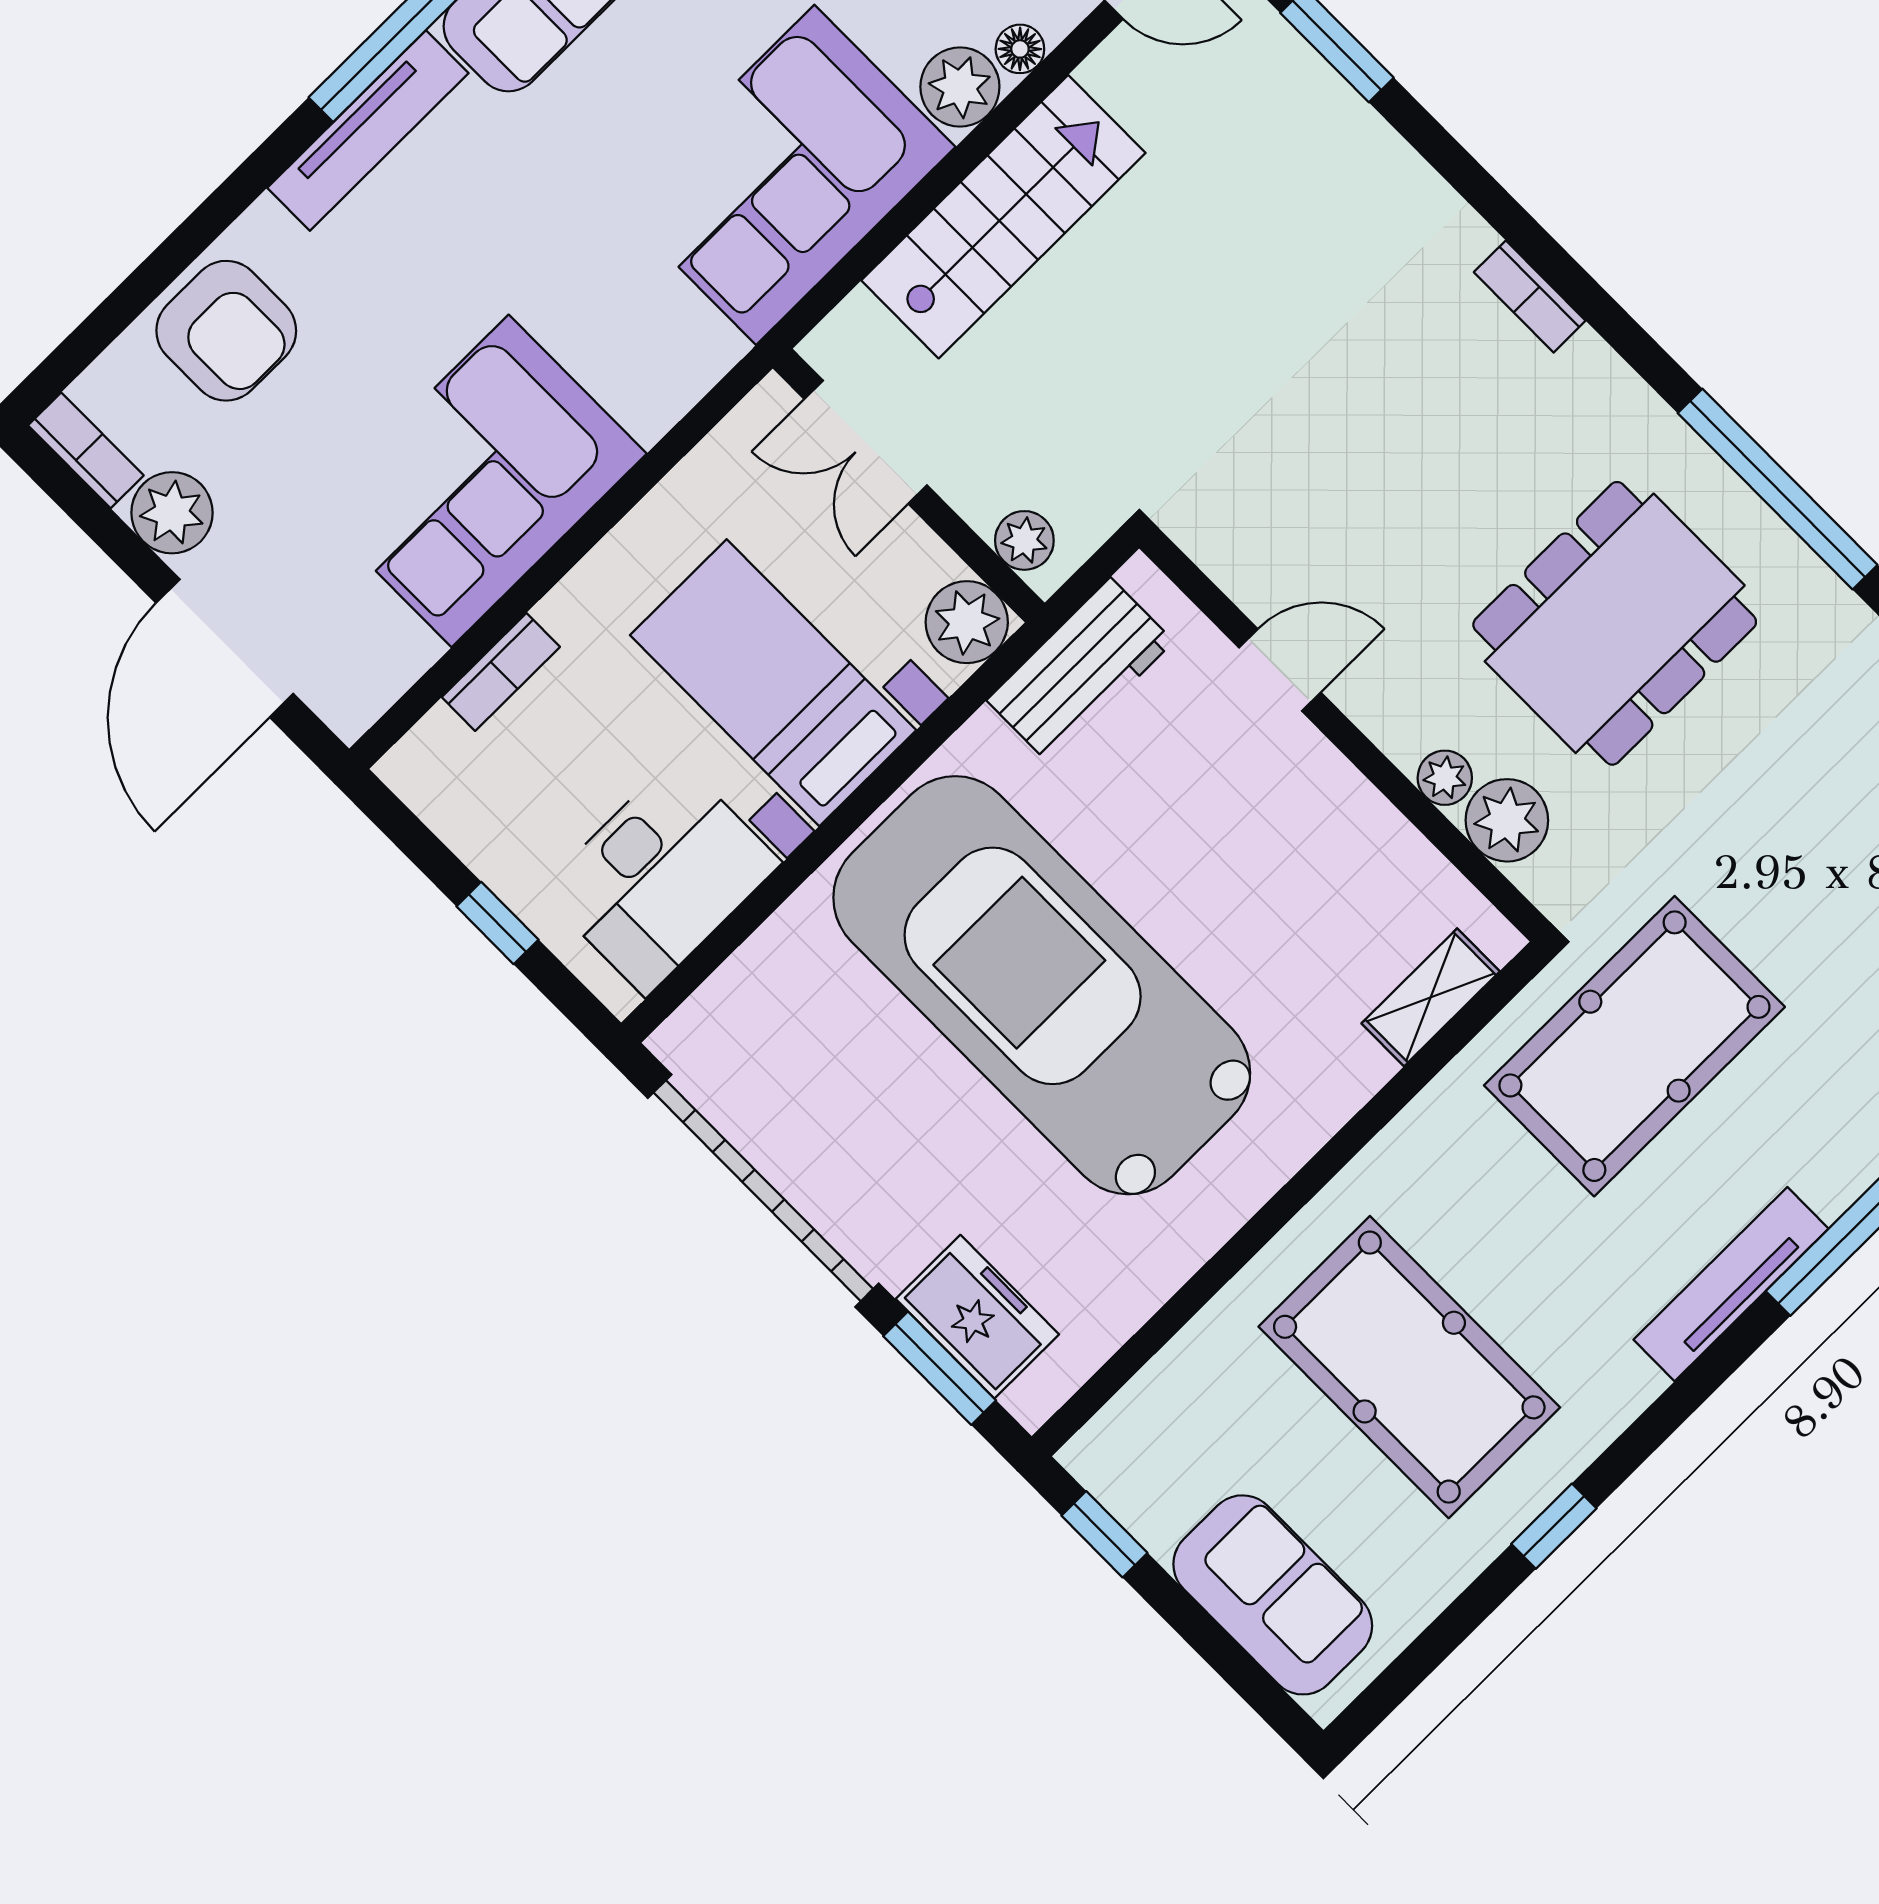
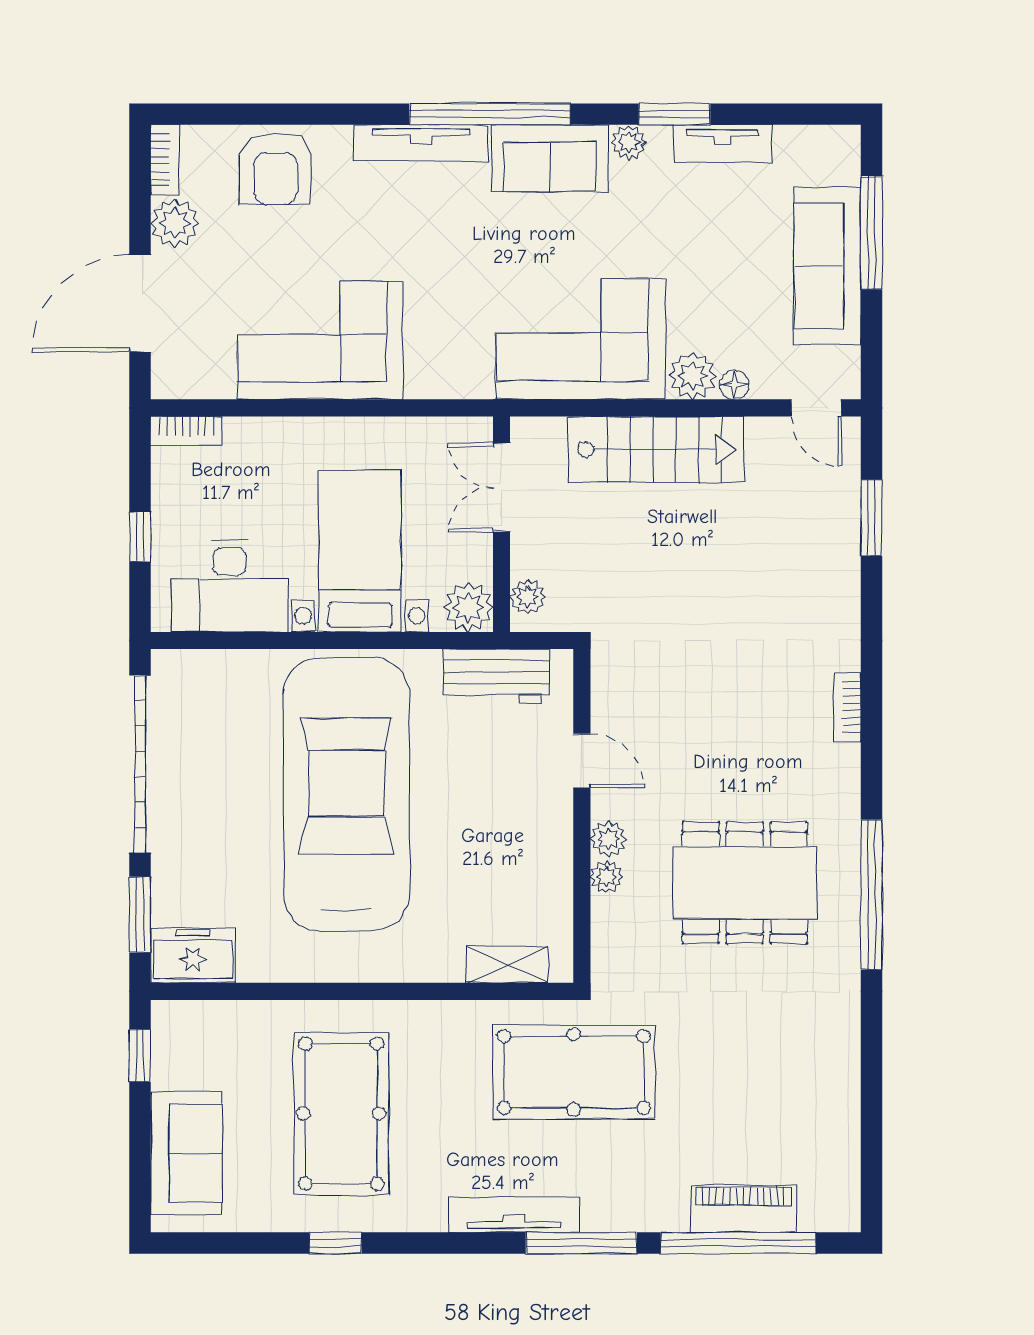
bookcase: (501, 672) -> (187, 431), moved
plant: (1507, 820) -> (608, 839), moved, width x0.73, depth x0.73
freezer: (977, 1317) -> (193, 955), moved, turned -90

